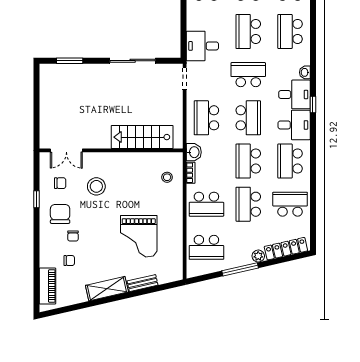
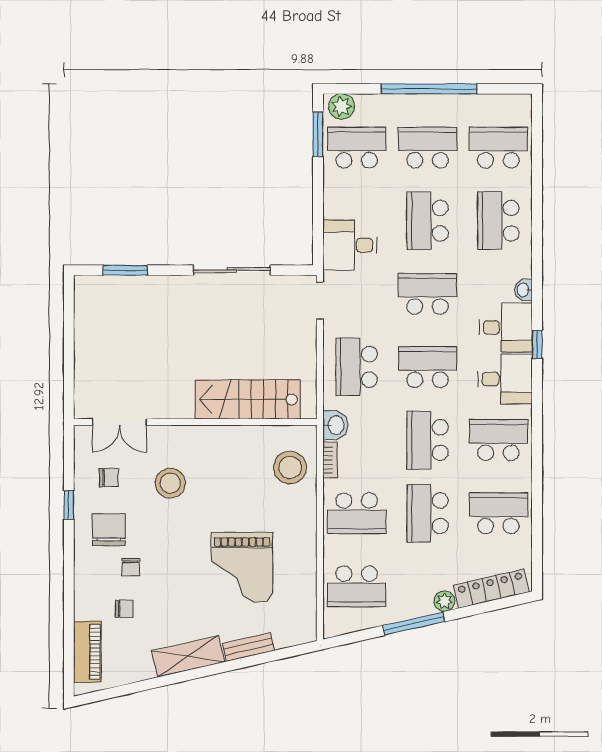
school desk: (248, 118) -> (428, 367), turned -90
school desk: (290, 161) -> (498, 440), turned 90
stool: (167, 177) -> (290, 468), width x1.89, depth x1.89

